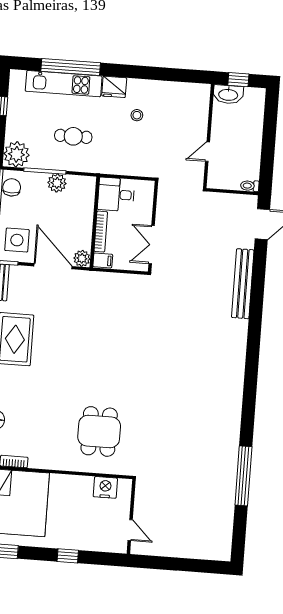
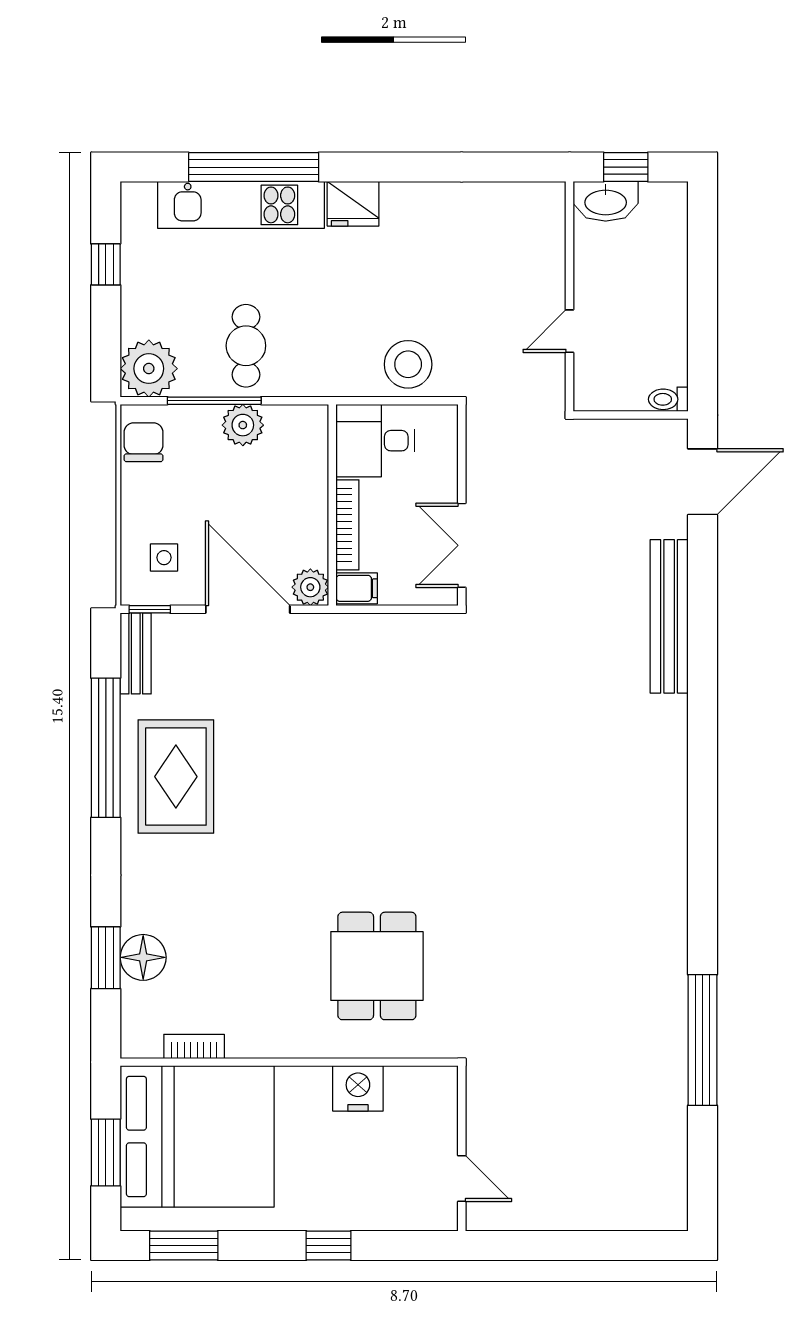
stool: (137, 115) -> (408, 364), moved, width x1.89, depth x1.89
cafe table: (73, 136) -> (246, 346), moved, turned 90
side table: (17, 240) -> (164, 558), width x0.54, depth x0.54
nightstand: (105, 487) -> (358, 1088), moved

